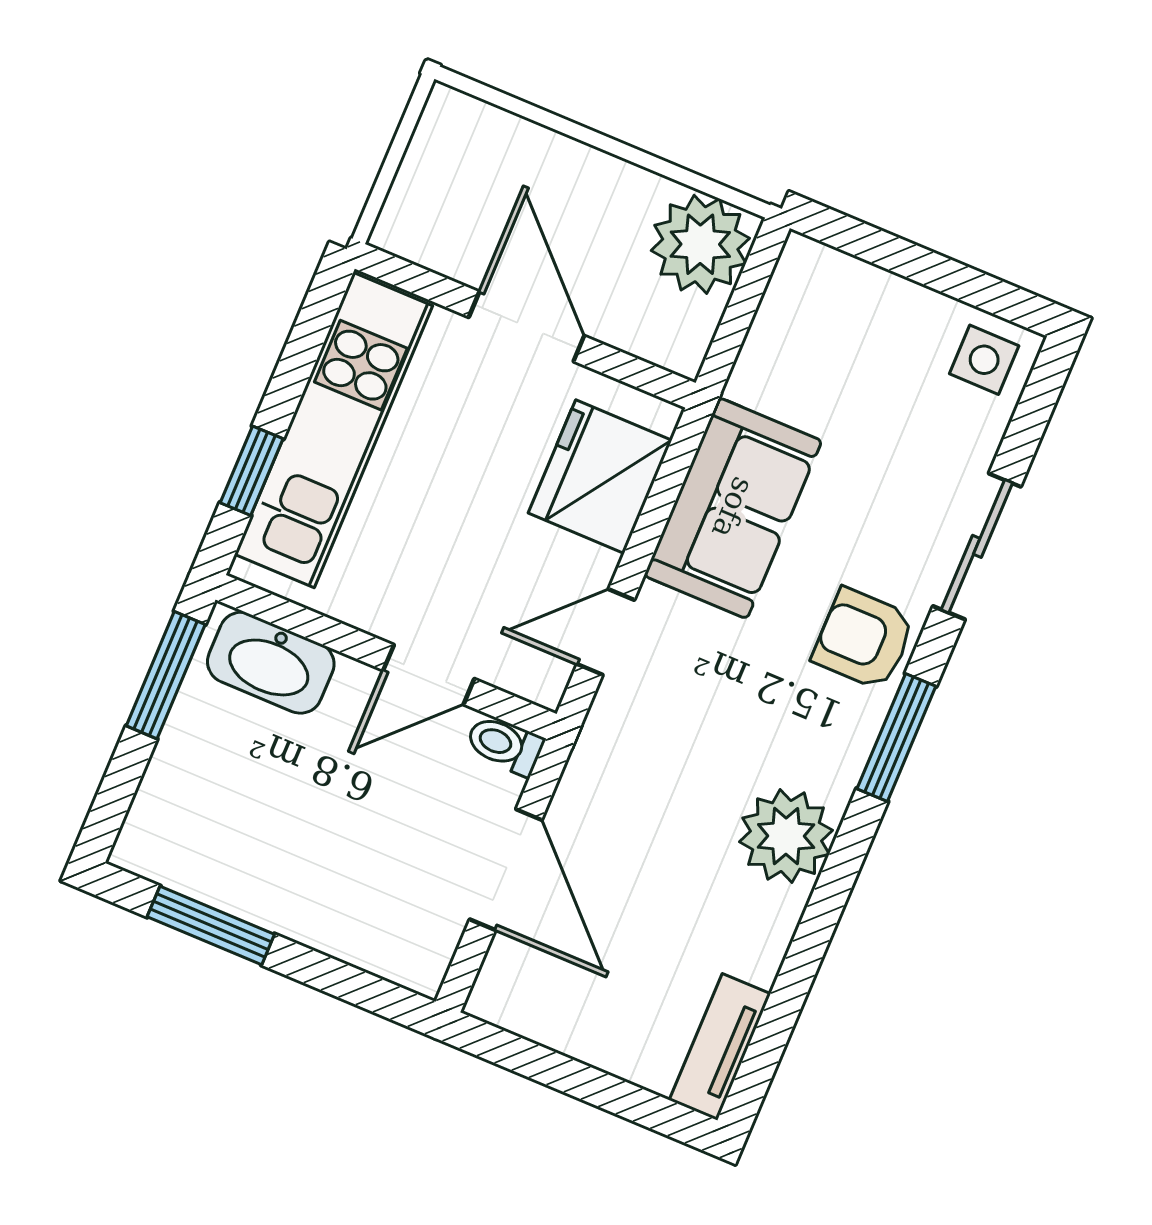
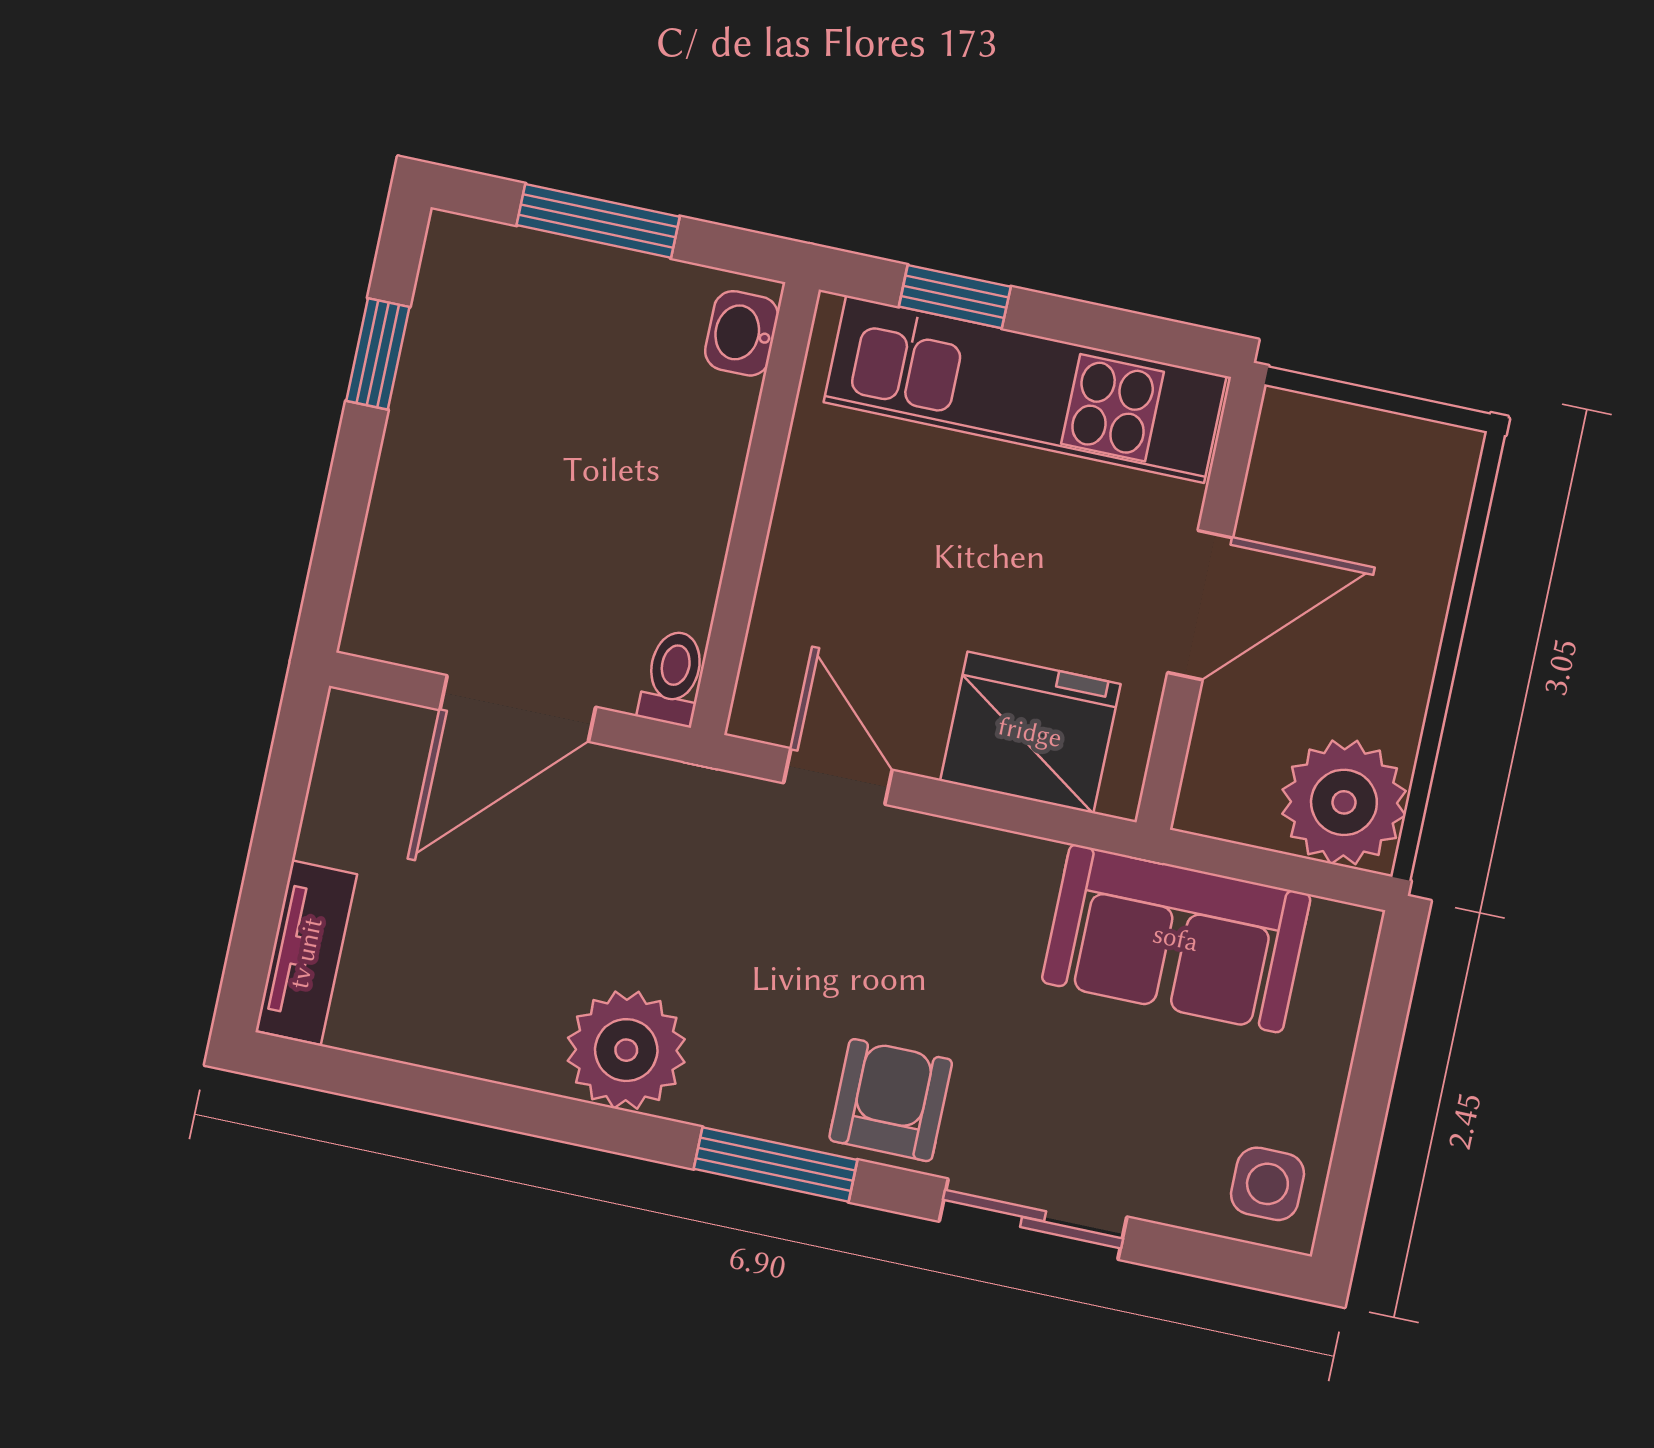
sofa: (733, 508) -> (1176, 938), moved
washbasin: (271, 663) -> (742, 333), width x0.52, depth x0.69
window: (166, 675) -> (598, 221), moved
door: (429, 675) -> (743, 566), removed
window: (211, 926) -> (378, 354), width x0.67
tv unit: (720, 1047) -> (306, 953), moved, turned 90

